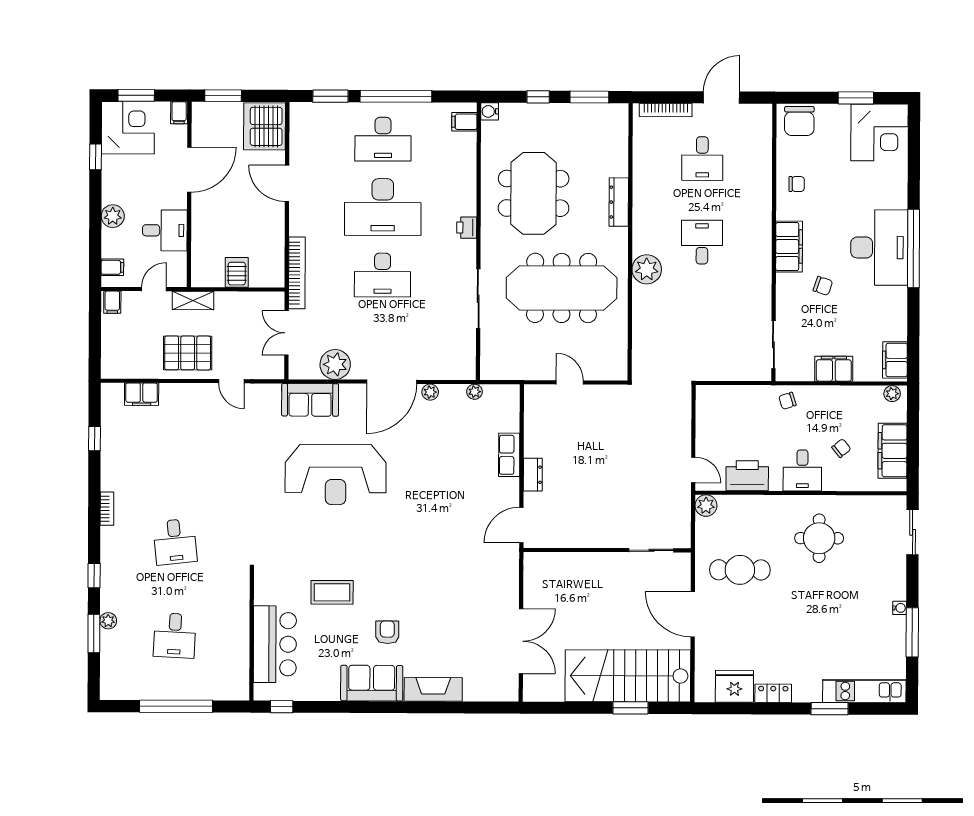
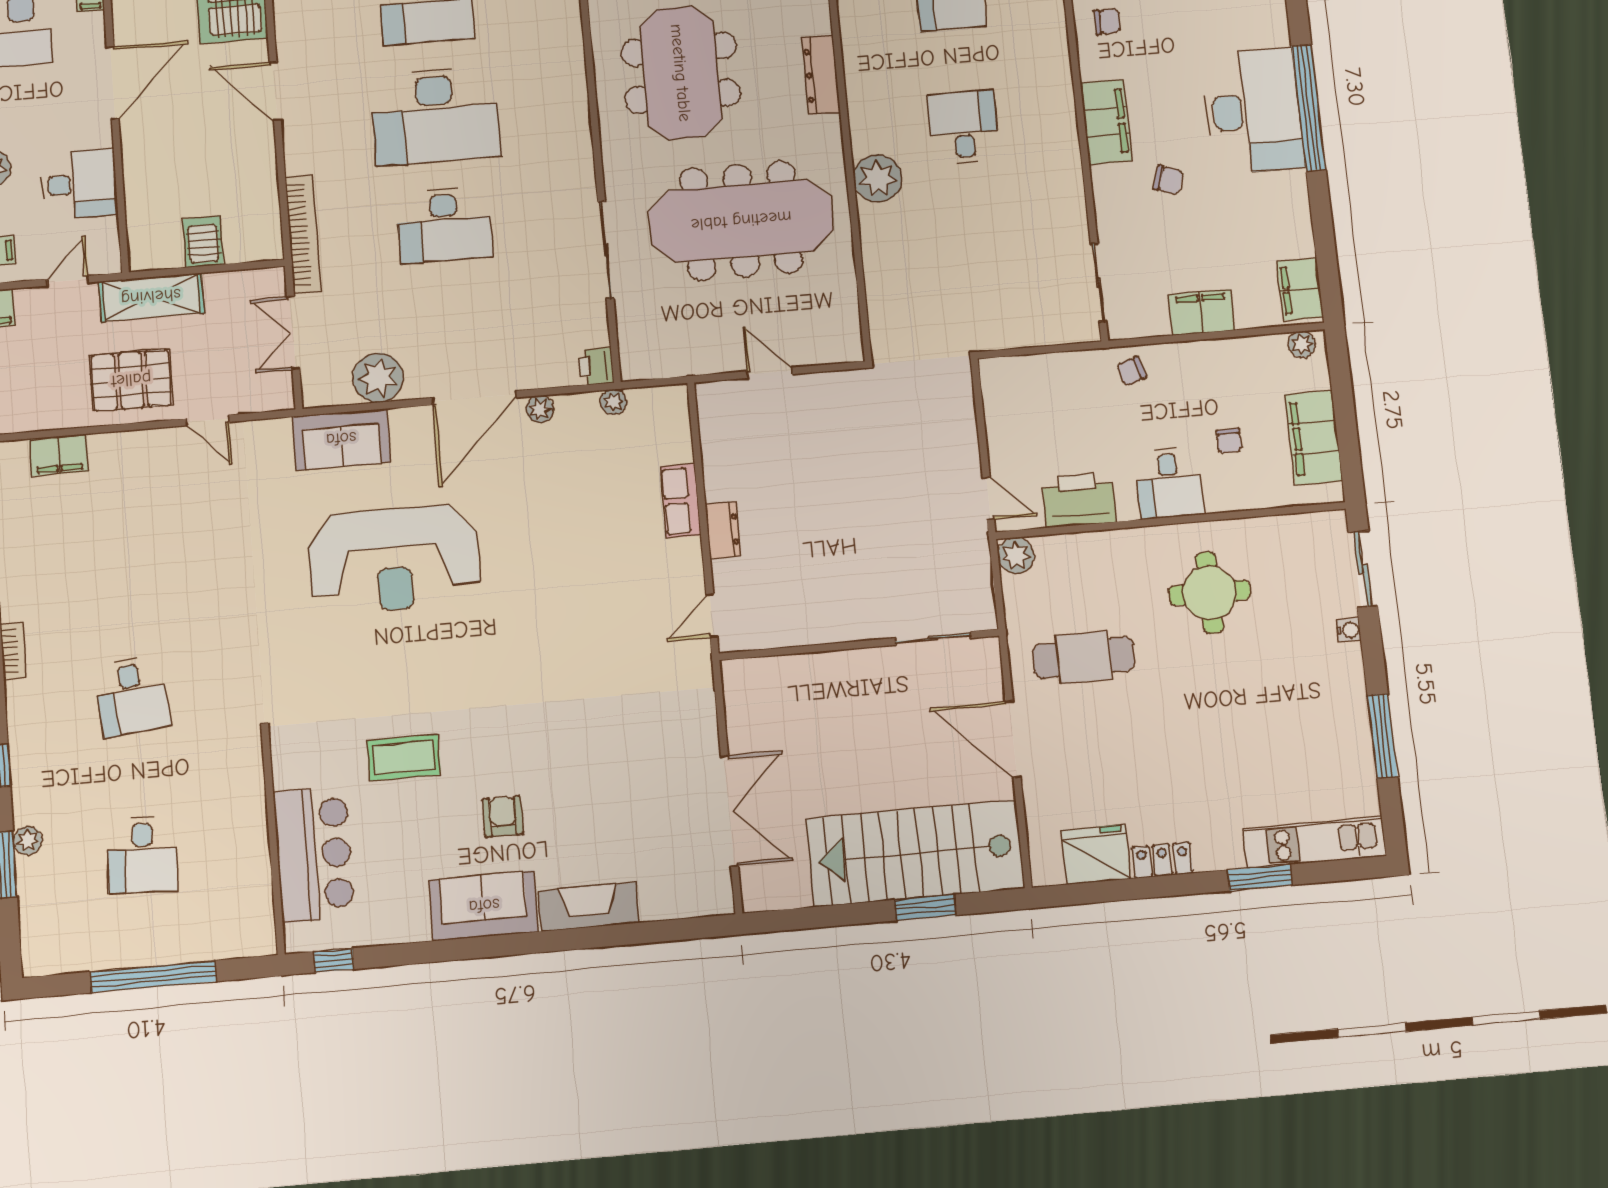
printer: (467, 228) -> (596, 366), moved
shelving: (193, 301) -> (151, 297), width x1.50, depth x1.33
chair: (841, 448) -> (1229, 441), turned 129
door: (521, 525) -> (712, 616), width x0.73
water cooler: (900, 608) -> (1349, 630), moved

